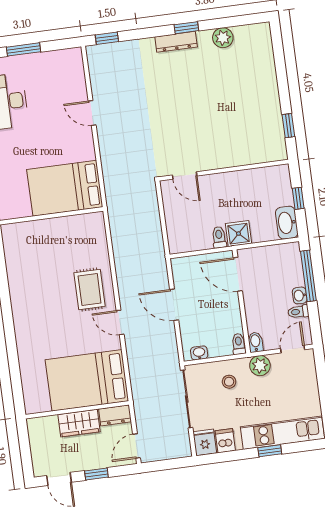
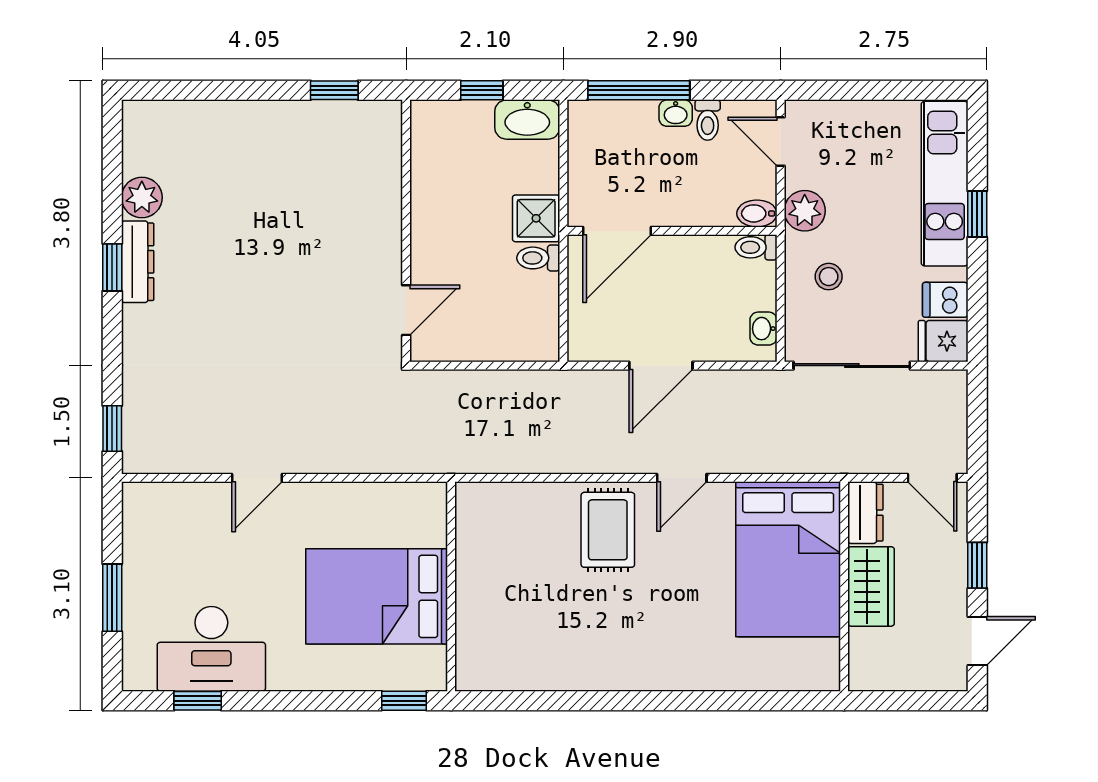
dresser: (176, 42) -> (138, 262), moved
bed: (65, 188) -> (377, 596), moved, turned 90
rug: (90, 289) -> (608, 530), turned 90

